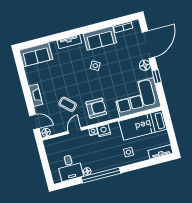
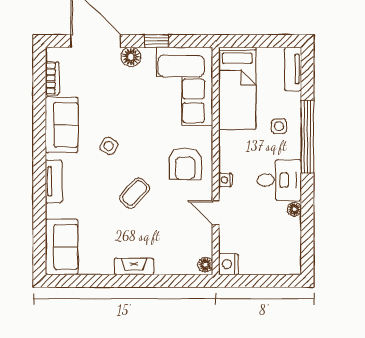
coffee table: (68, 104) -> (135, 193), moved
armchair: (96, 108) -> (185, 164), turned 180
door: (34, 122) -> (181, 281), removed
nightstand: (104, 130) -> (228, 264), moved
desk: (70, 167) -> (279, 180), moved
window: (101, 175) -> (307, 137), moved

